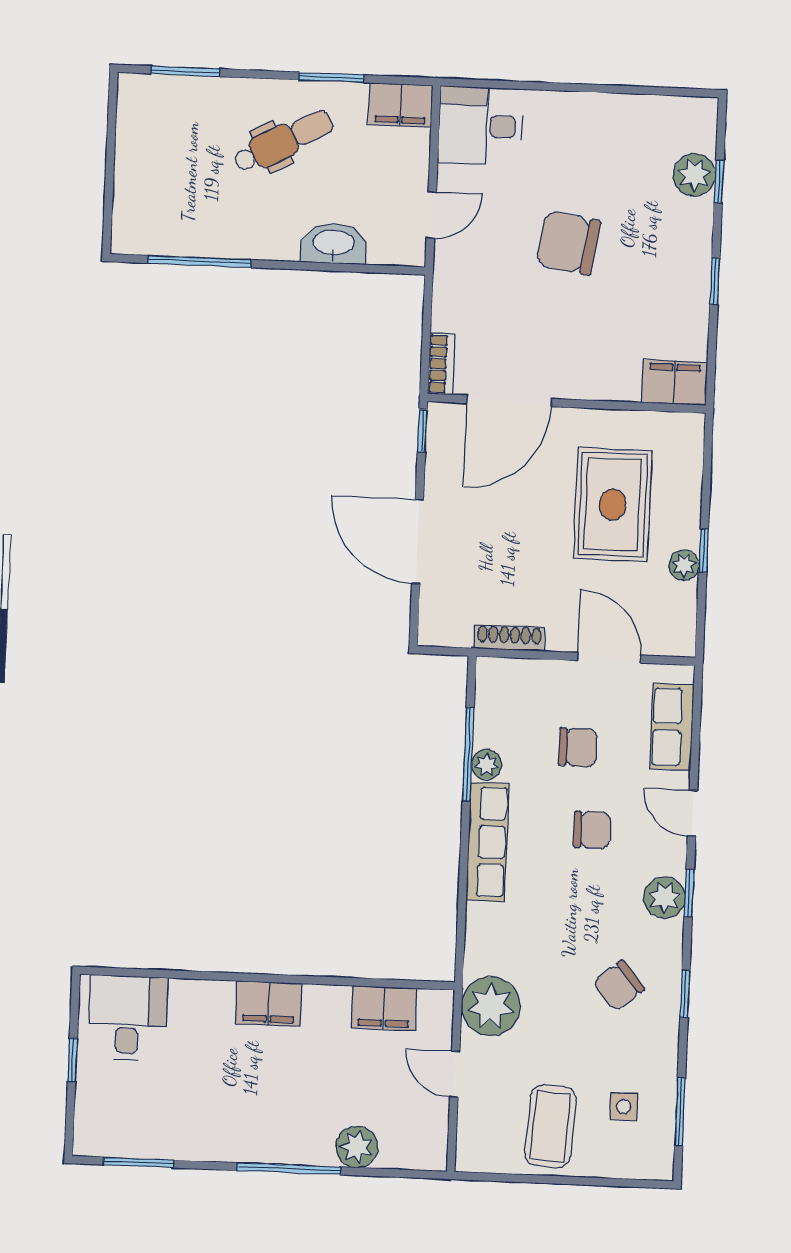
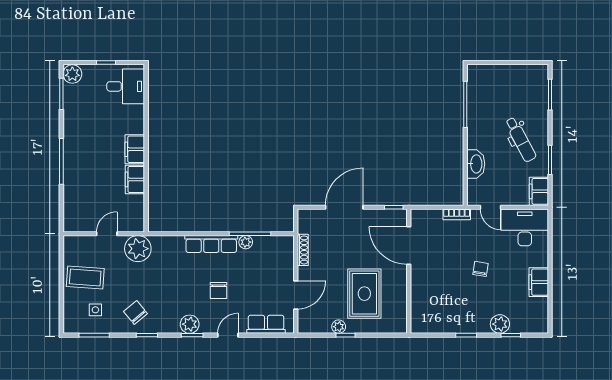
desk: (480, 126) -> (525, 227), width x1.37
plant: (694, 175) -> (500, 324), moved
chair: (568, 243) -> (480, 269), width x0.54, depth x0.54
bookcase: (441, 364) -> (457, 214), moved
filing cabinet: (674, 382) -> (539, 282), moved, turned 180
rug: (613, 505) -> (364, 294), turned 90
chair: (578, 747) -> (255, 283), removed
chair: (619, 986) -> (135, 313), moved
filing cabinet: (384, 1008) -> (135, 179), moved
plant: (357, 1147) -> (72, 74), moved

